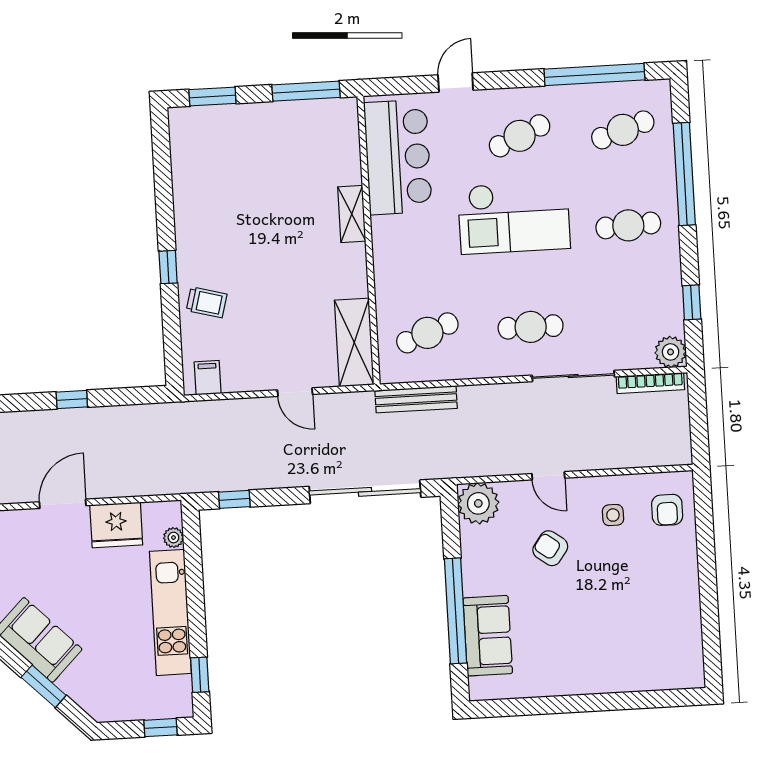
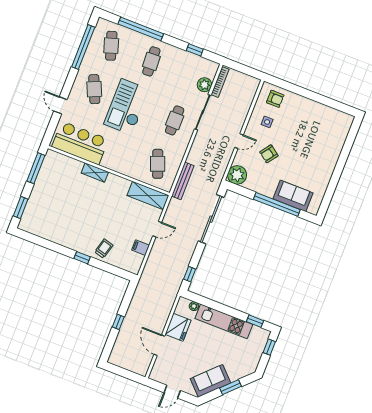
checkout: (514, 217) -> (127, 107), turned 180
plant: (671, 352) -> (204, 85), moved
filing cabinet: (208, 378) -> (141, 248), moved

